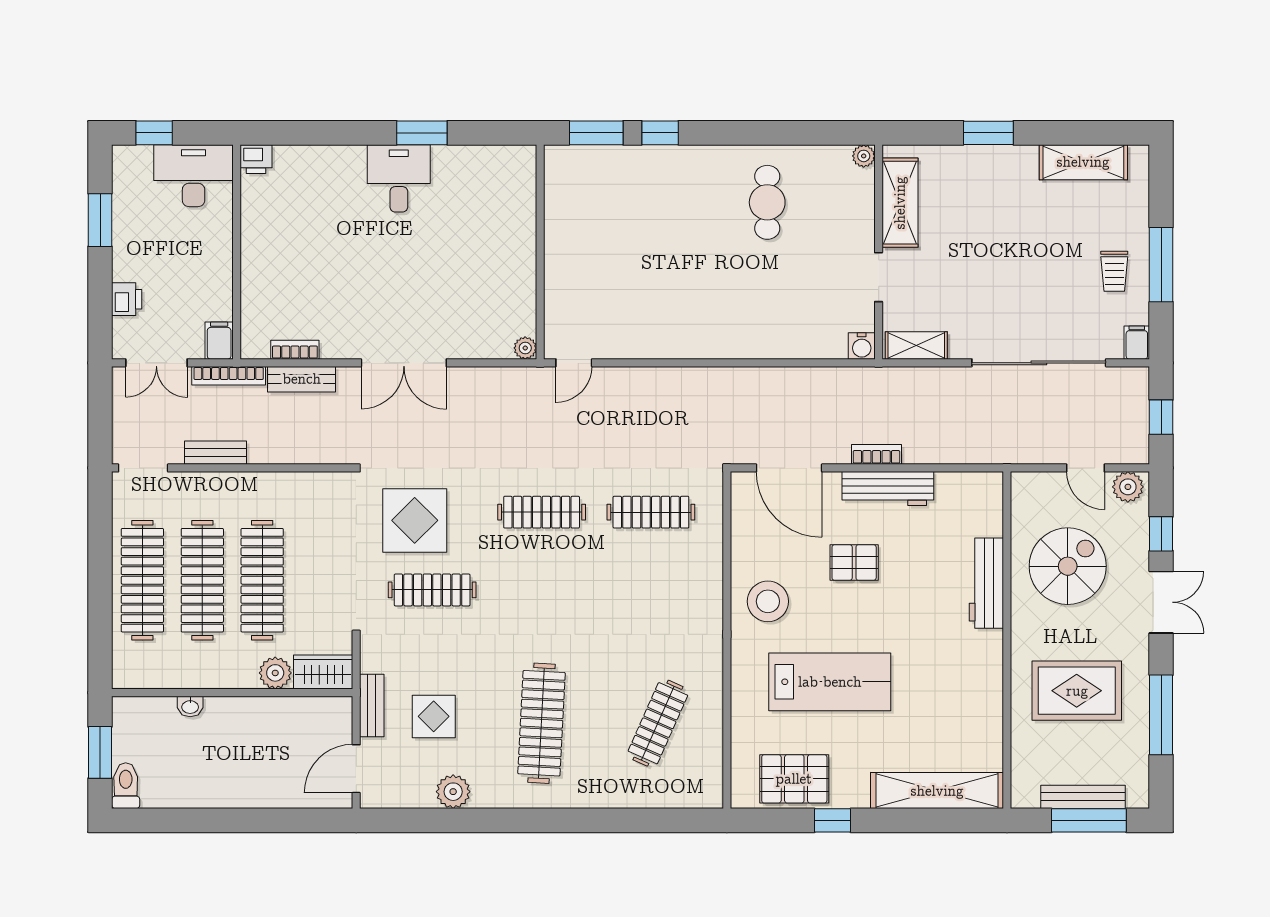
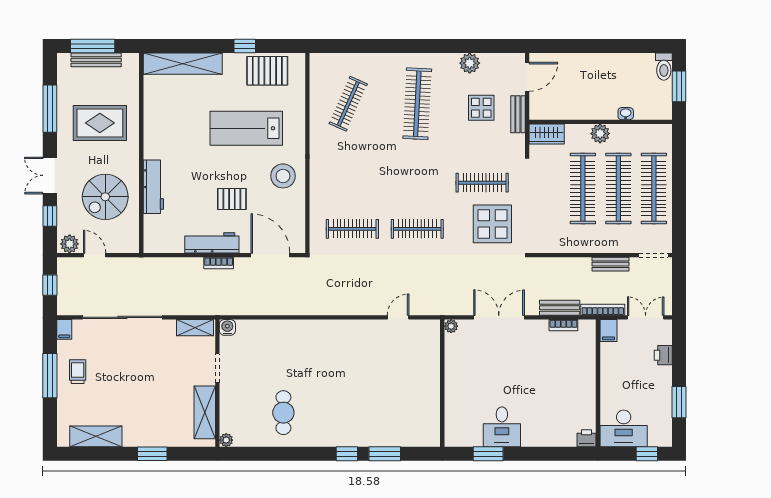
wall: (540, 252) -> (442, 383), moved
plant: (525, 348) -> (451, 326), moved
plant: (275, 673) -> (600, 134), moved

